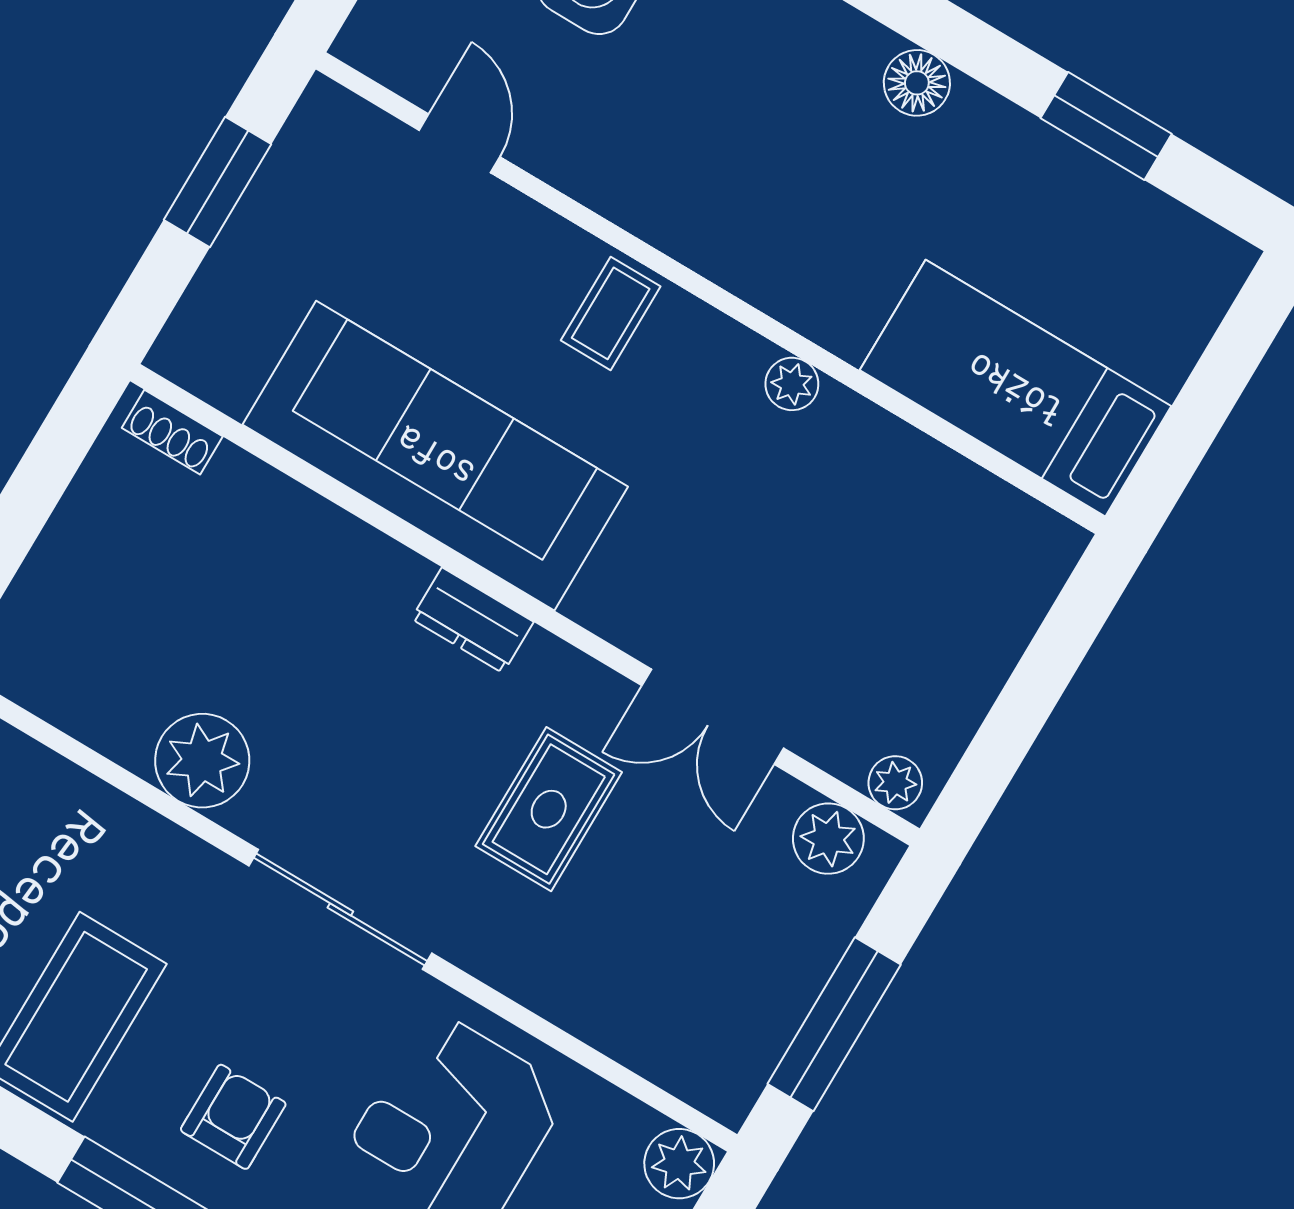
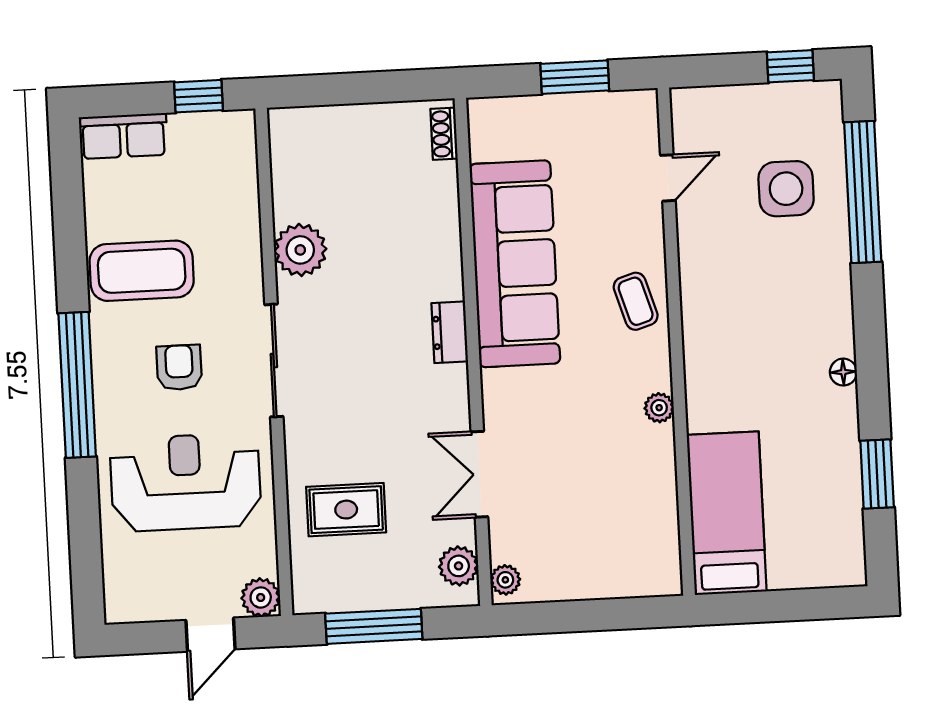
floor lamp: (917, 83) -> (843, 372), width x0.73, depth x0.73
coffee table: (611, 313) -> (636, 301), turned 73
rug: (549, 809) -> (346, 510), moved
armchair: (233, 1117) -> (179, 367), moved, turned -90

